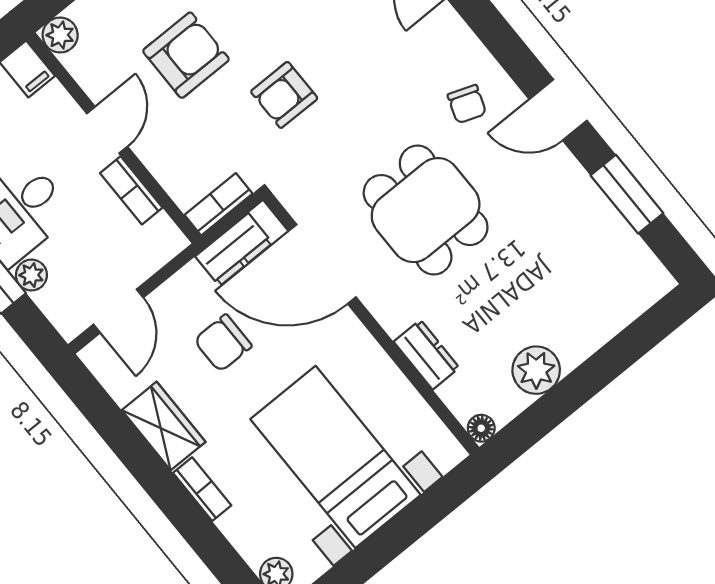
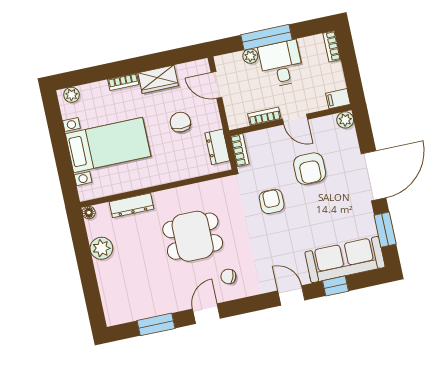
door: (322, 264) -> (192, 181), removed
dresser: (426, 355) -> (132, 205), width x1.44

